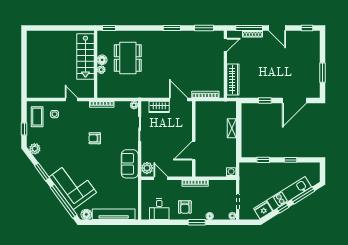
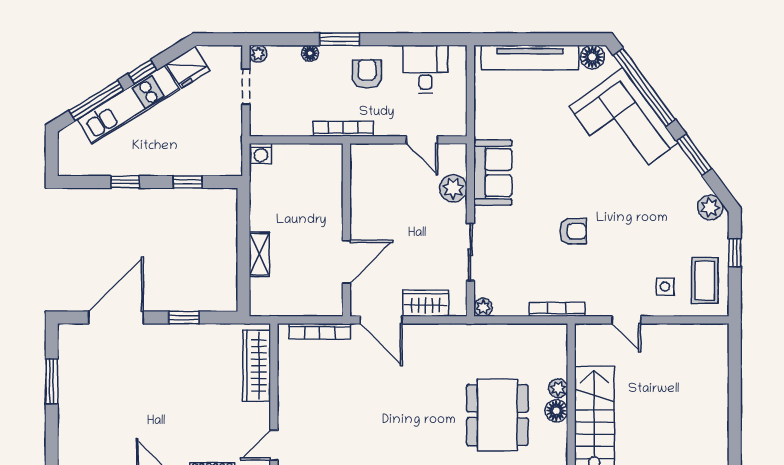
door: (194, 151) -> (346, 262), moved
plant: (147, 168) -> (453, 188), moved

